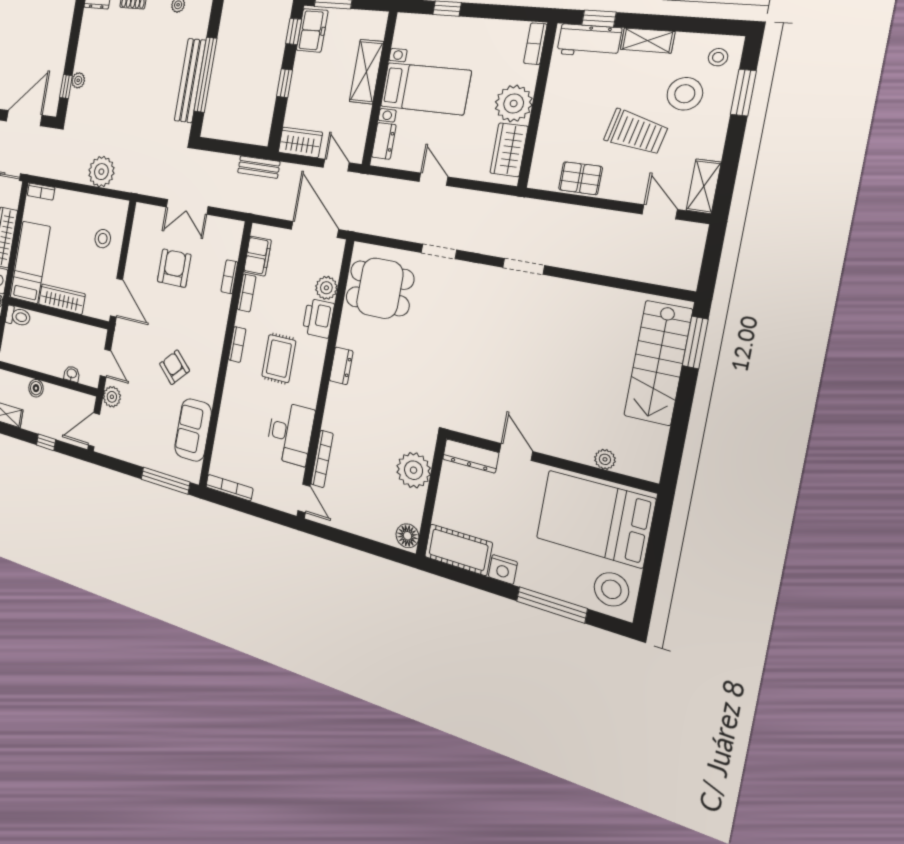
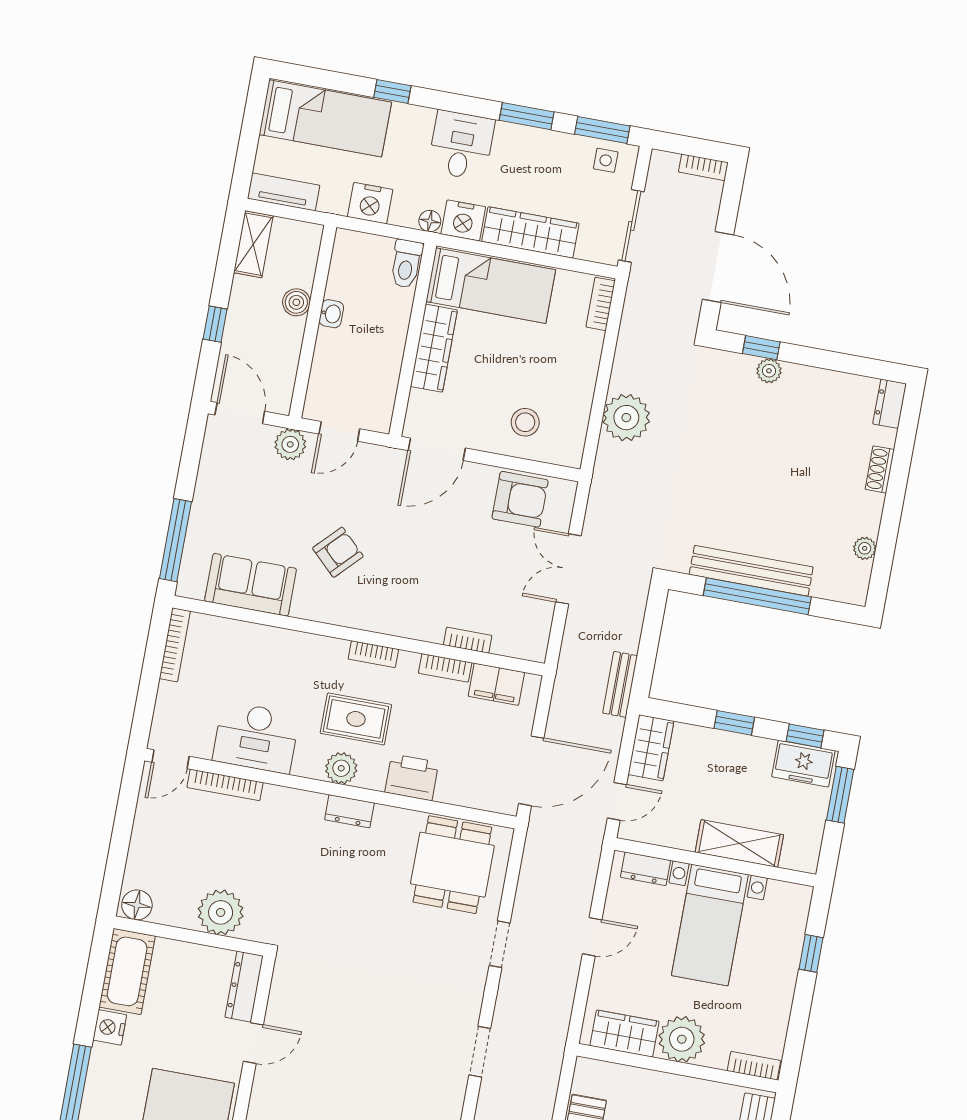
armchair: (174, 268) -> (520, 499), moved
plant: (326, 288) -> (341, 768), moved
washbasin: (72, 374) -> (331, 314), moved

